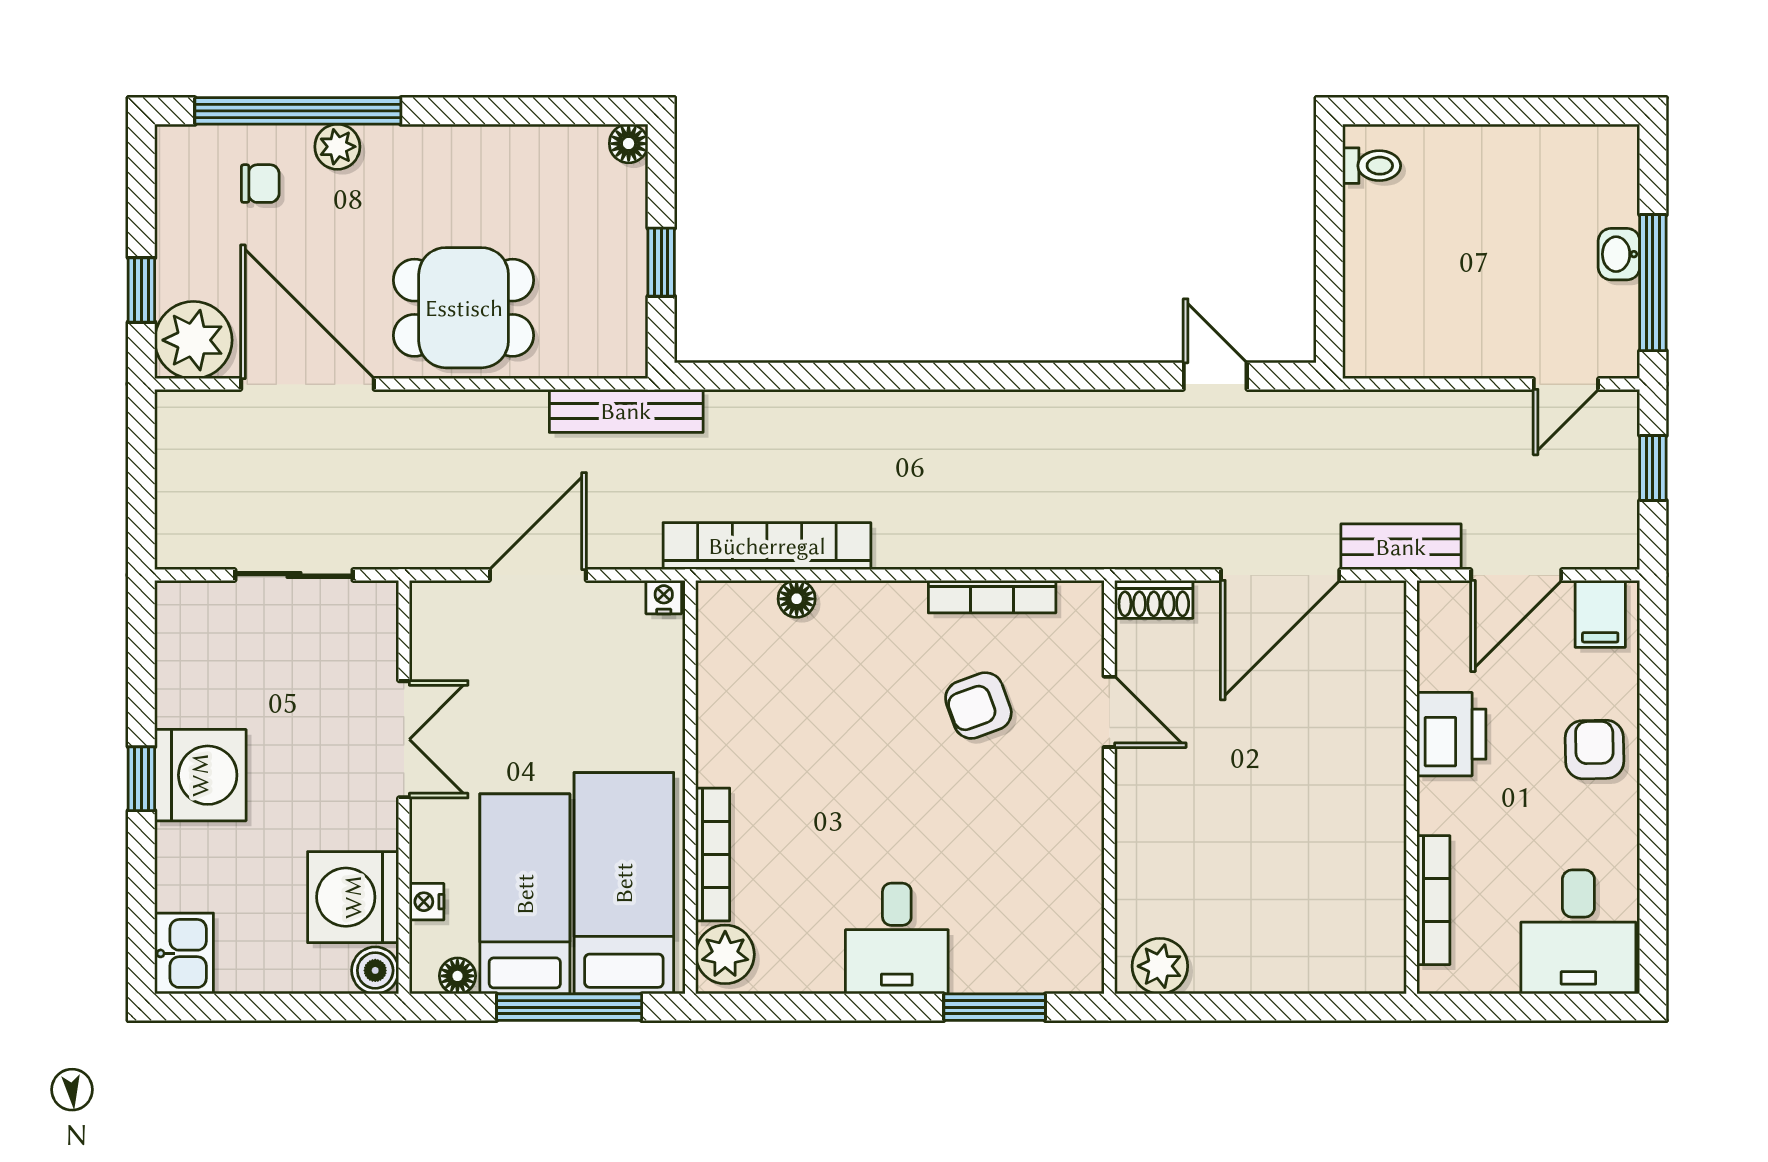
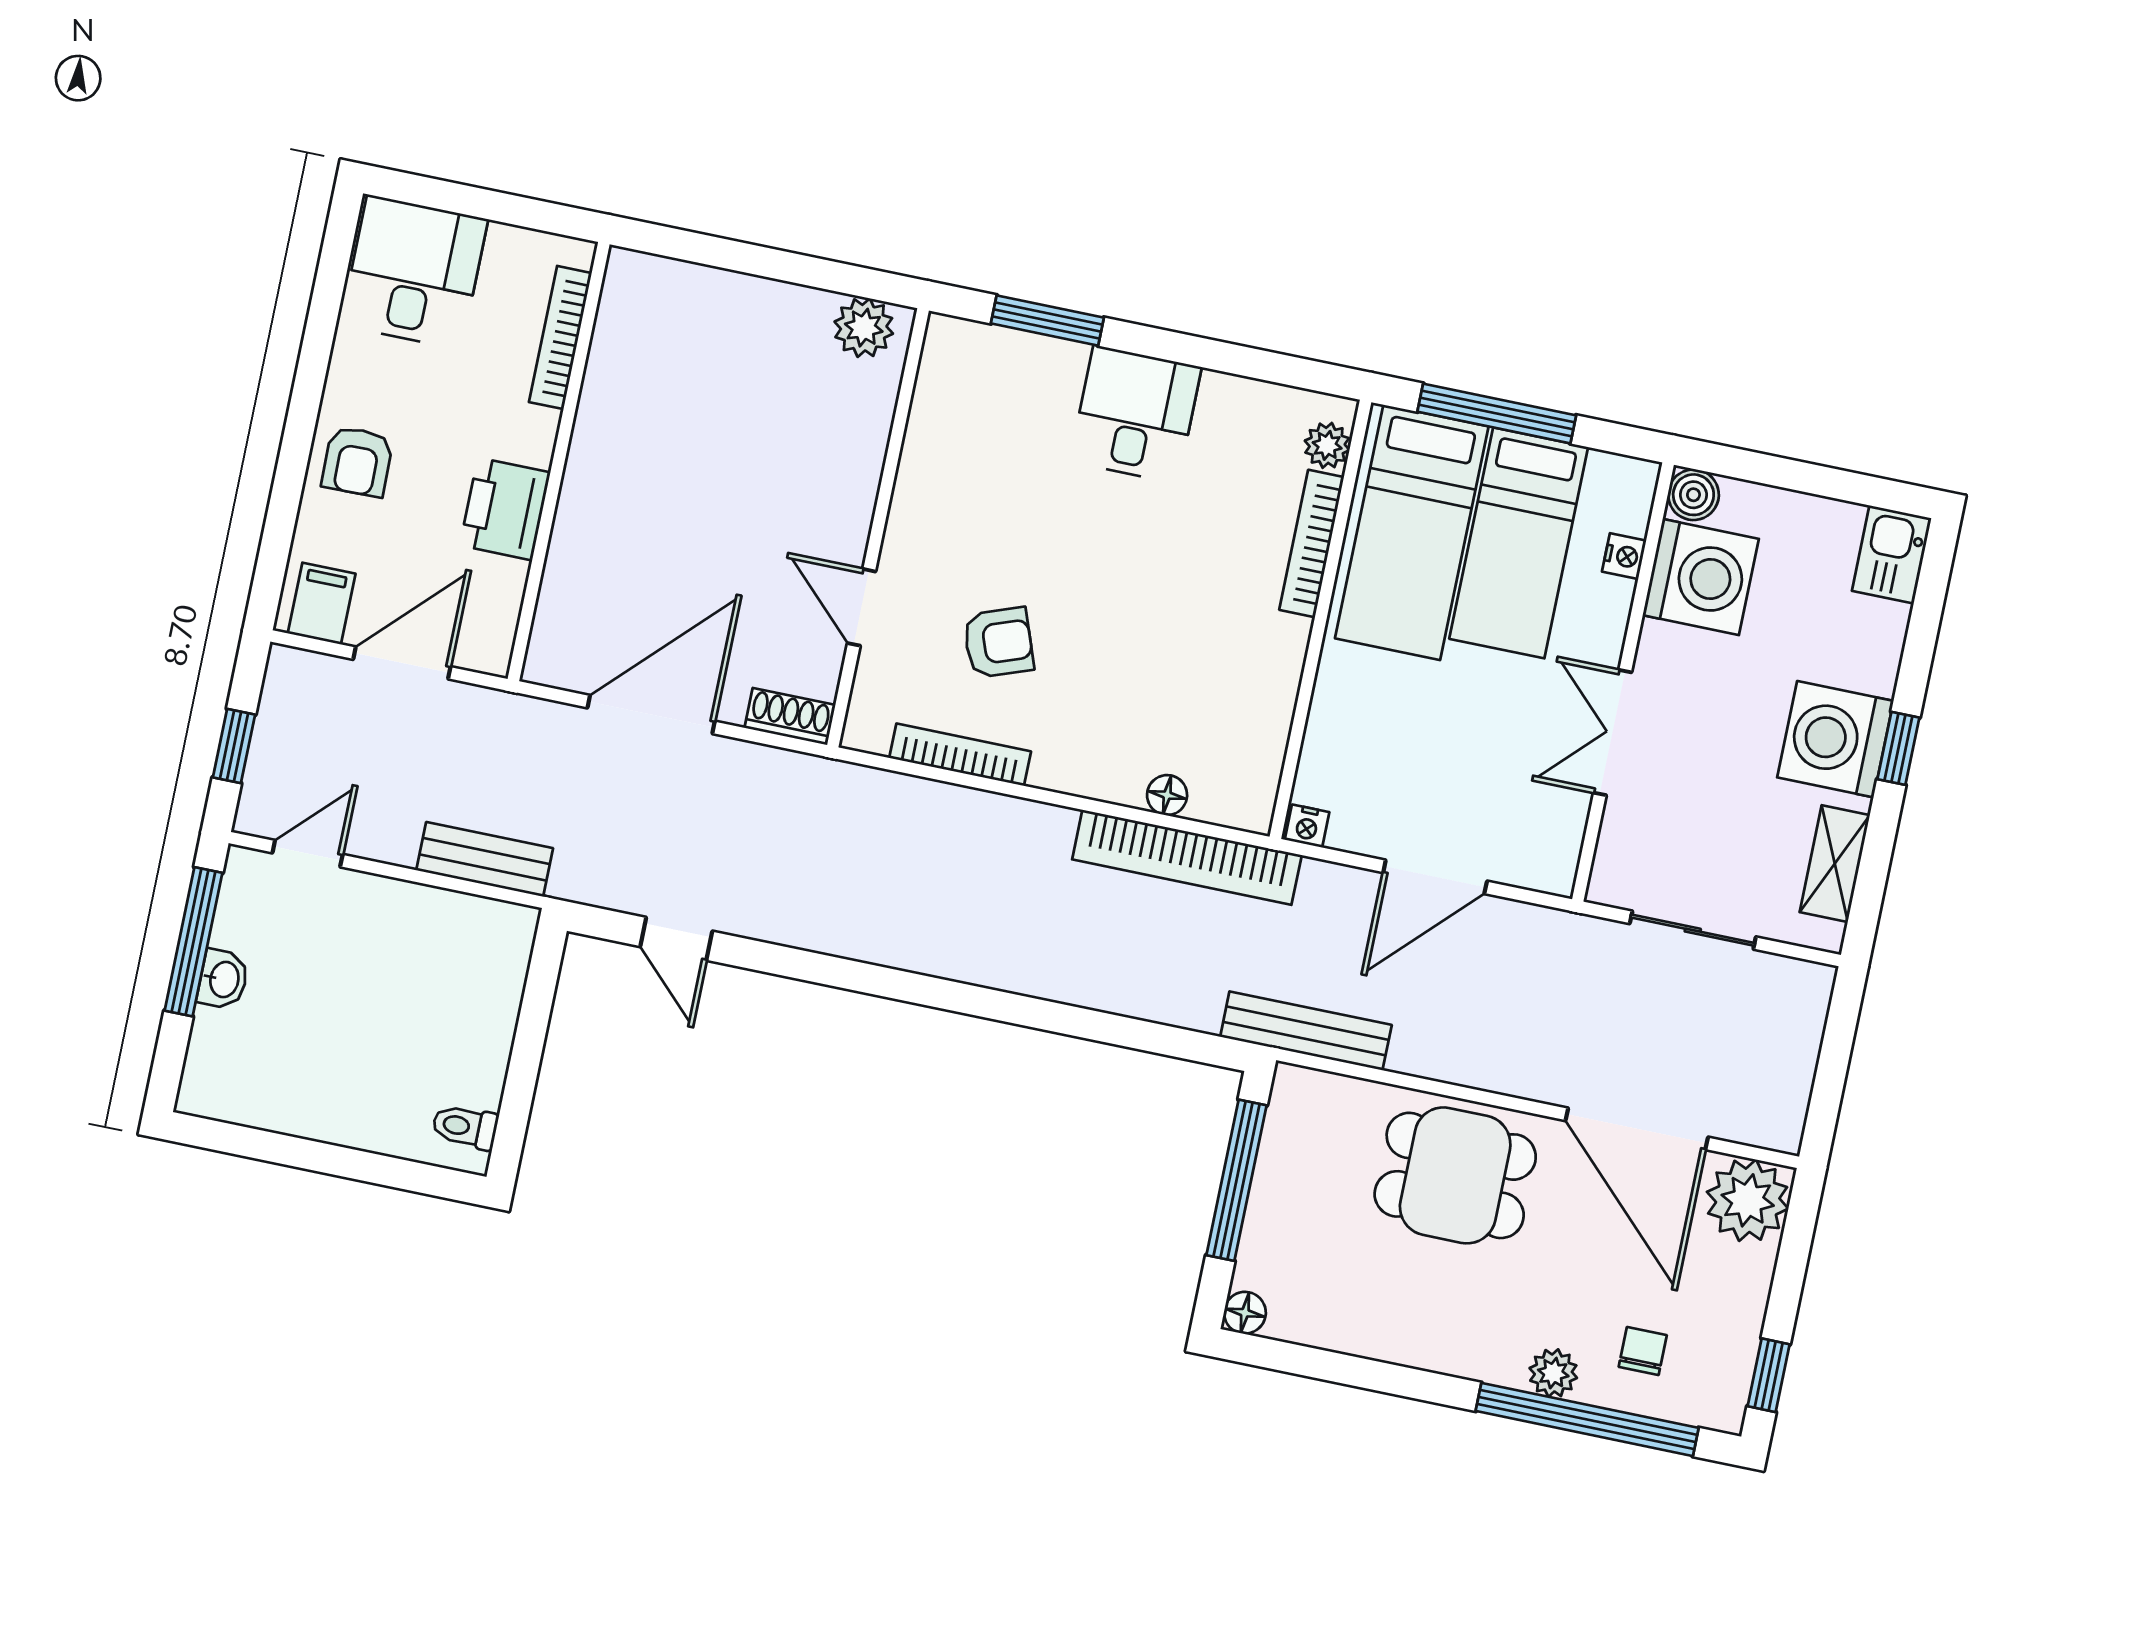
chair: (260, 184) -> (1643, 1351), turned 90
window: (661, 262) -> (1236, 1180), width x2.17
window: (141, 290) -> (1769, 1375), moved
bench: (1401, 547) -> (485, 859), moved
shelving: (178, 662) -> (1835, 864), added
plant: (725, 954) -> (1327, 445), width x0.73, depth x0.73
floor lamp: (457, 976) -> (1608, 471), removed

